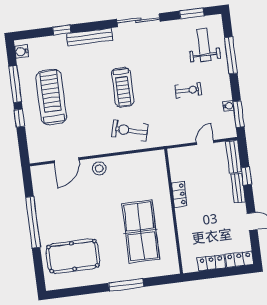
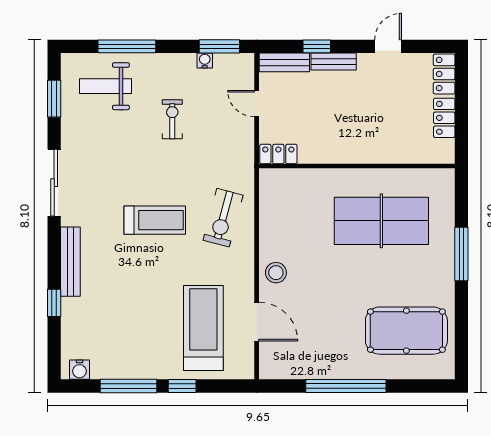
treadmill: (51, 97) -> (203, 328), moved, turned 90
locker: (179, 194) -> (278, 154), moved
pool table: (73, 256) -> (406, 331), turned 90

